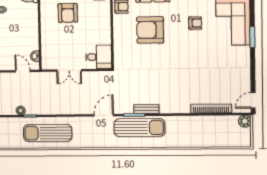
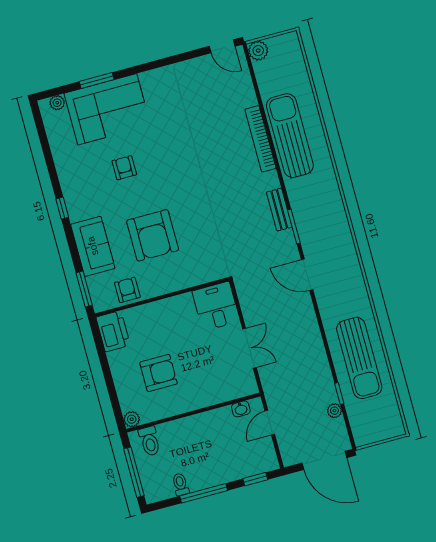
window: (252, 37) -> (97, 80), moved
bookcase: (211, 109) -> (260, 139), moved
sun lounger: (139, 128) -> (290, 136), moved

